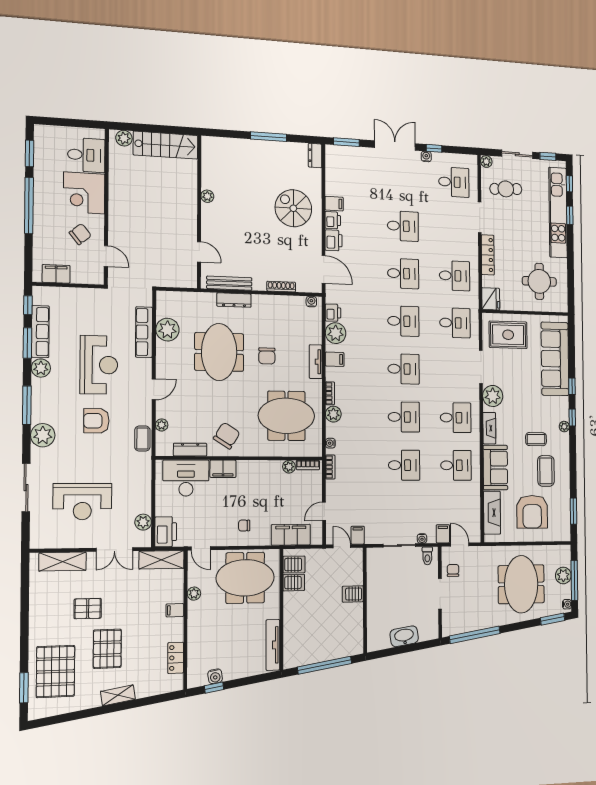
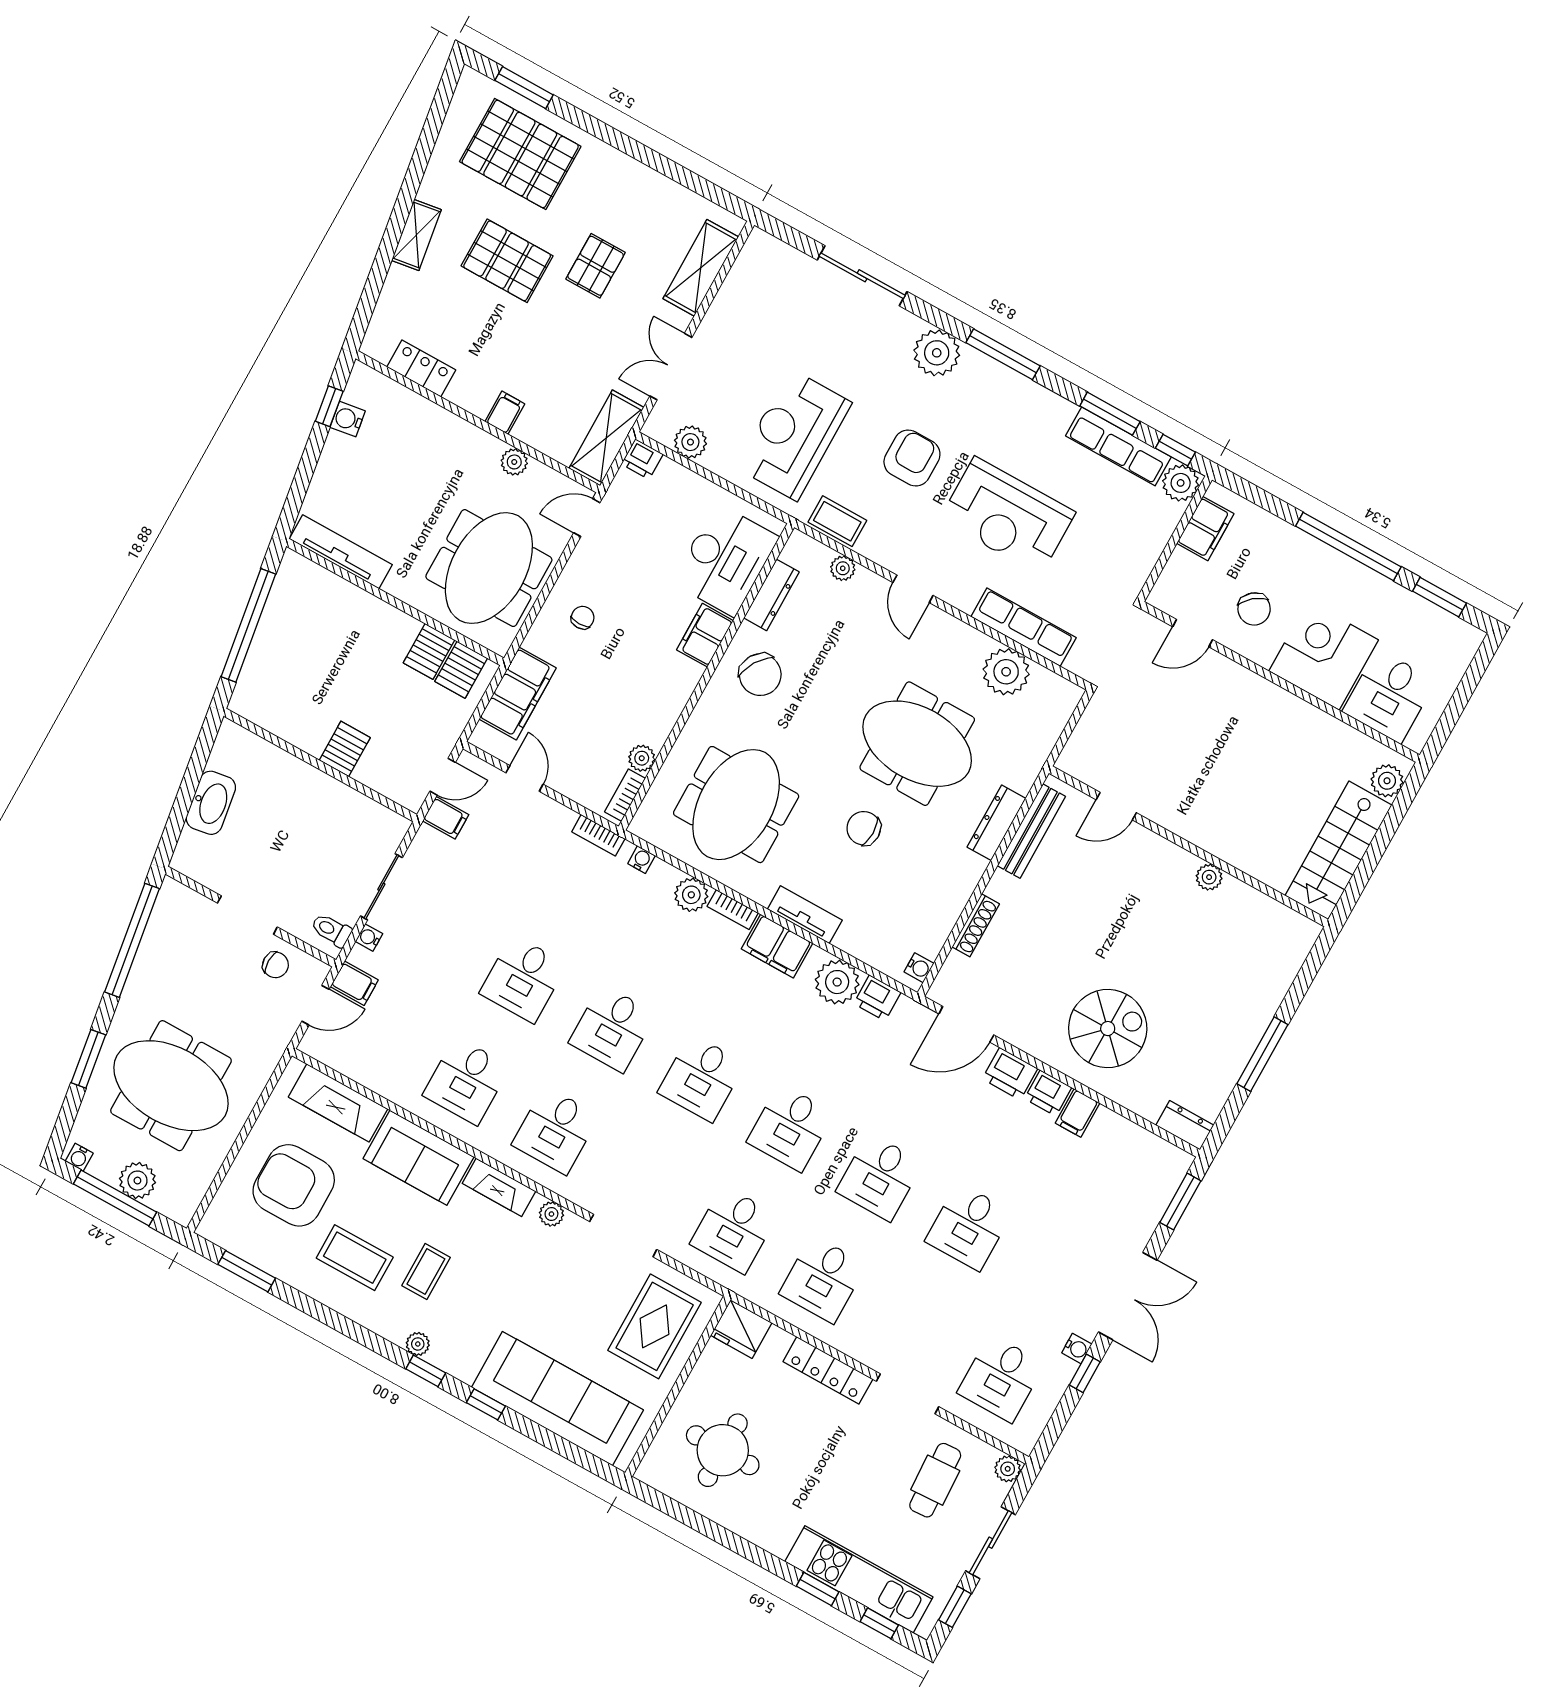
kitchen unit: (558, 212) -> (859, 1579), width x0.73
filing cabinet: (335, 359) -> (777, 946), width x2.00
plant: (41, 368) -> (1181, 483), moved
plant: (493, 396) -> (551, 1214), width x0.53, depth x0.53
reception desk: (82, 502) -> (794, 435), moved
printer: (166, 532) -> (642, 459), width x0.53, depth x0.68
window: (553, 619) -> (88, 1059), moved

